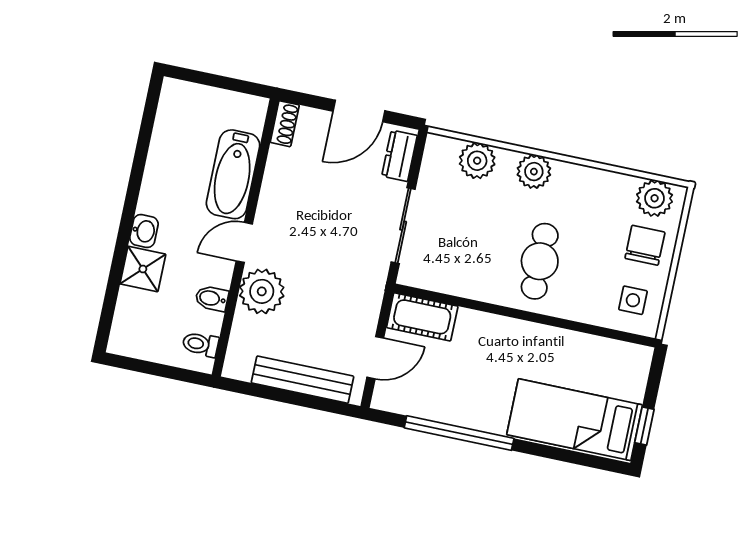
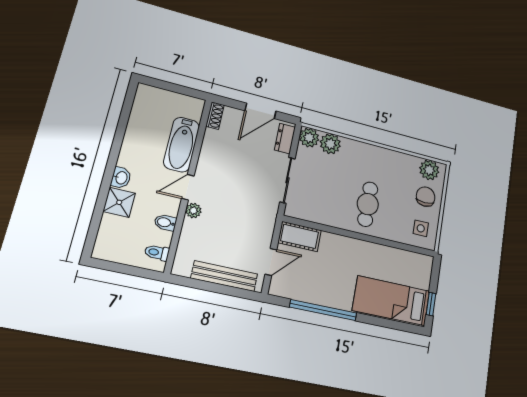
plant: (534, 172) -> (309, 138), moved
plant: (262, 291) -> (193, 211), width x0.53, depth x0.53

